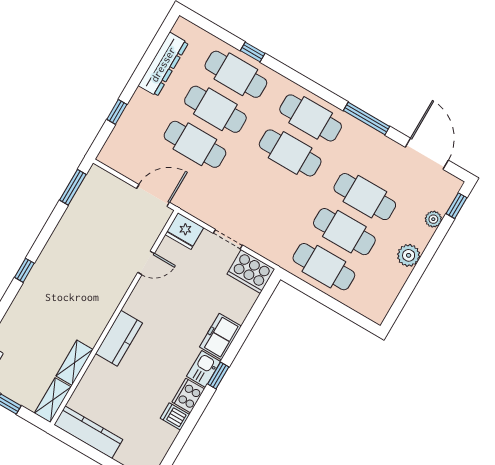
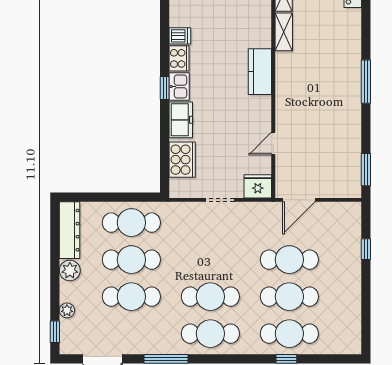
dresser: (163, 64) -> (70, 230), moved, turned 180
window: (24, 270) -> (366, 82), width x2.17
cooker: (251, 271) -> (182, 160), moved, turned 90

